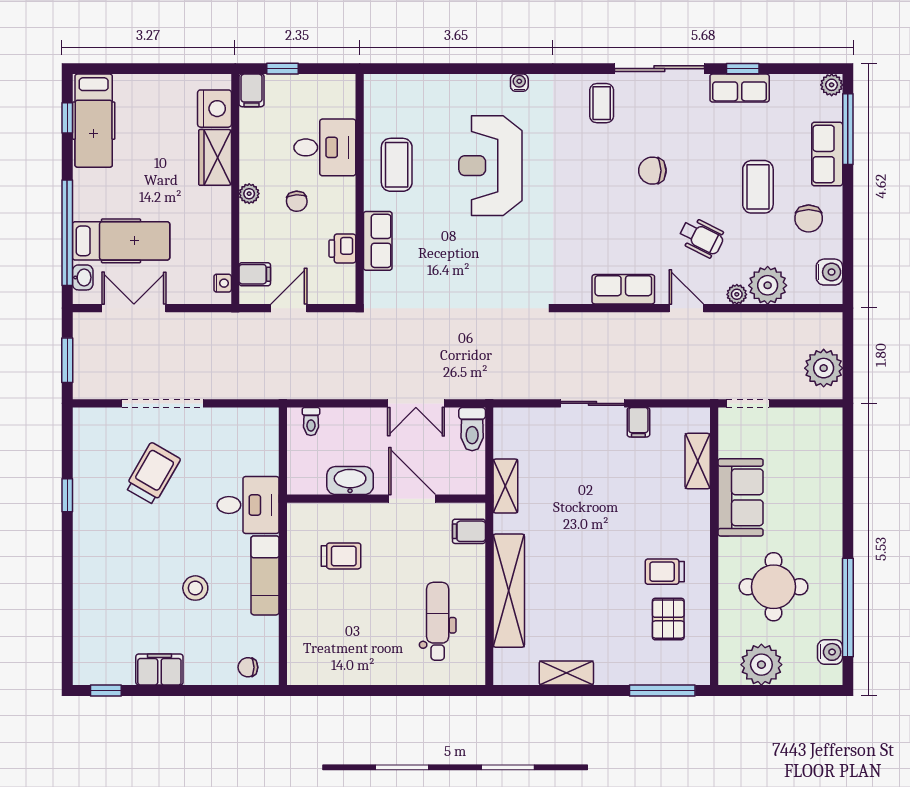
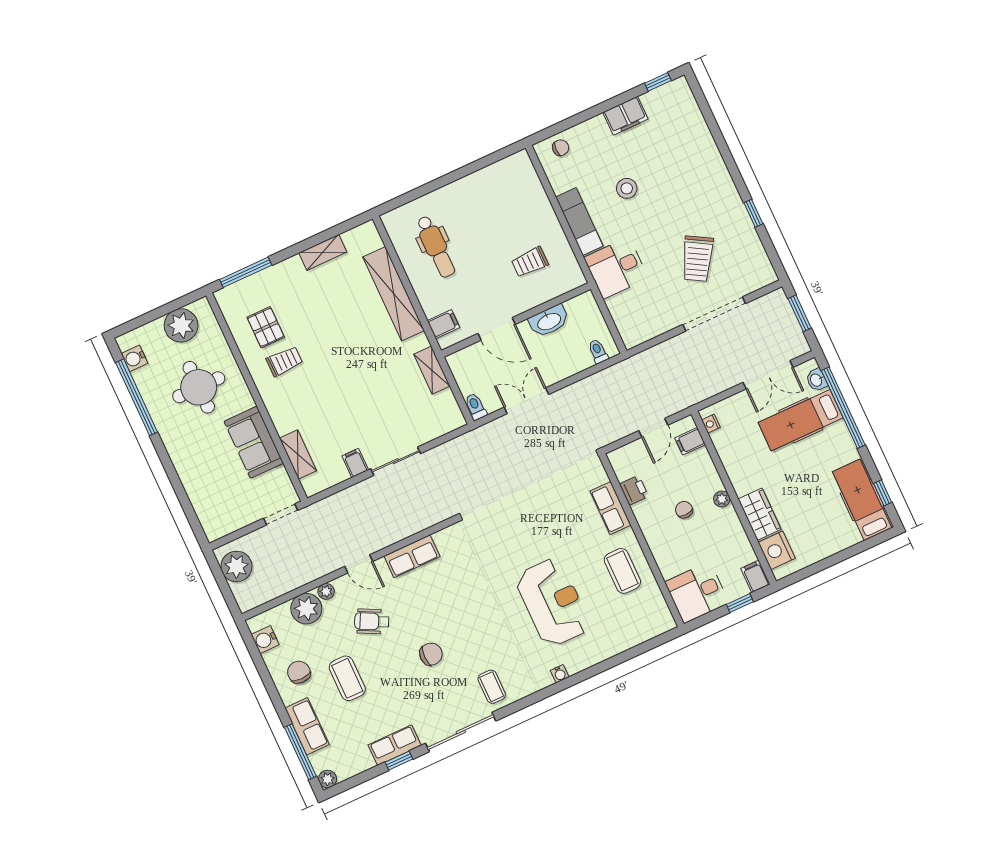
desk: (325, 147) -> (697, 592), moved
toilet: (472, 429) -> (475, 407), width x0.73, depth x0.72

